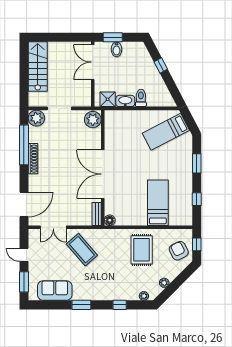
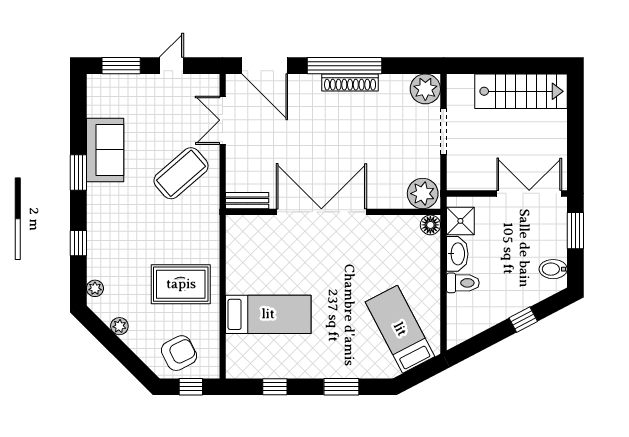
bidet: (116, 49) -> (553, 269), moved
window: (24, 145) -> (344, 66), moved
floor lamp: (110, 220) -> (430, 225), moved
sofa: (55, 291) -> (105, 150), moved

